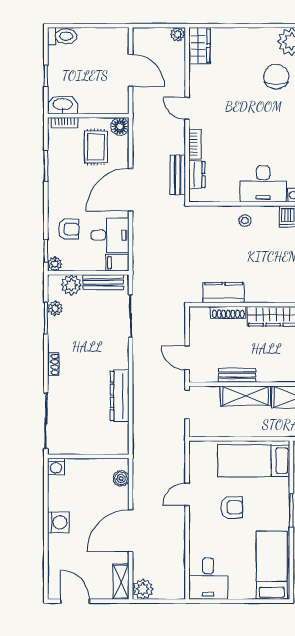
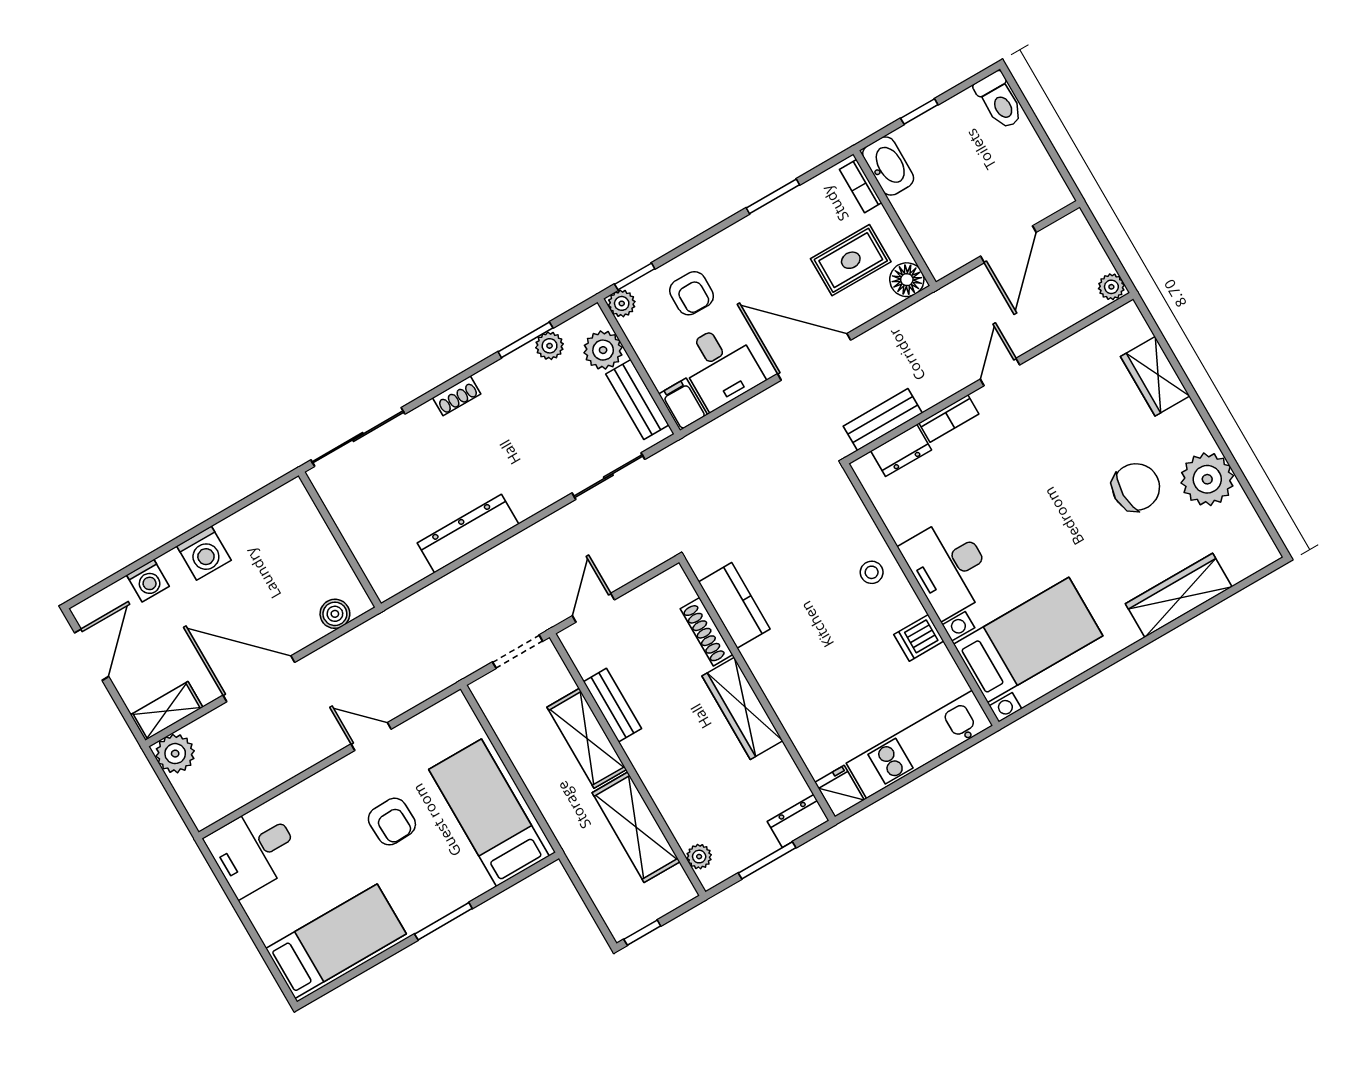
wardrobe: (200, 46) -> (1155, 376), moved, turned 90
washing machine: (56, 467) -> (148, 581), moved, turned -90

